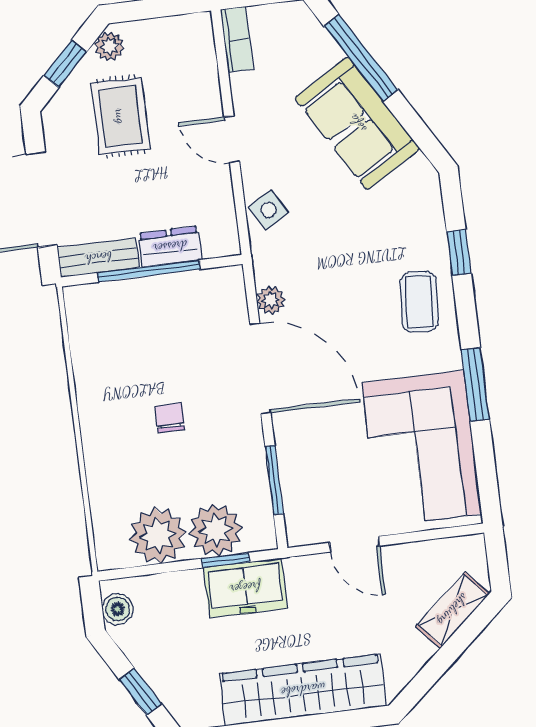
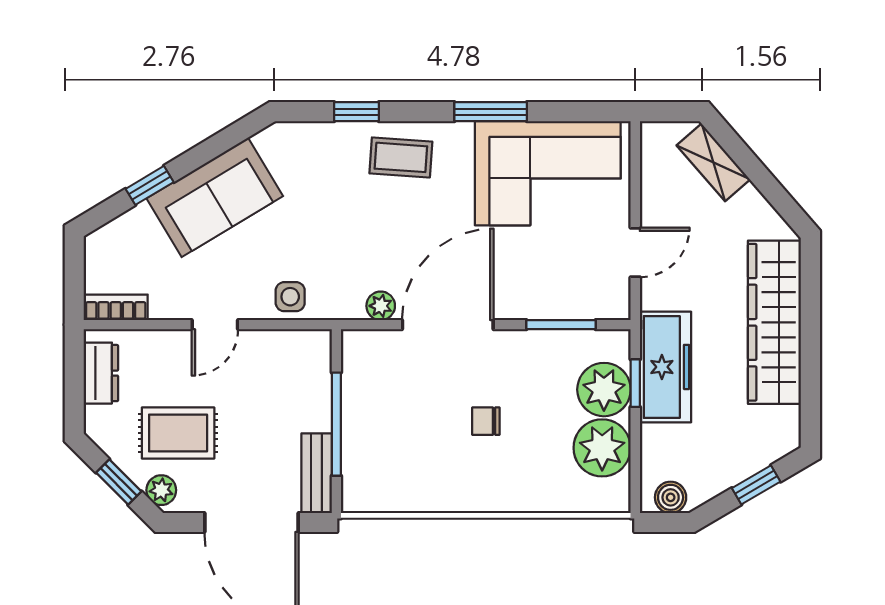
plant: (109, 46) -> (161, 490), moved
window: (361, 58) -> (150, 185), width x0.46
side table: (269, 210) -> (290, 297), turned 31
dresser: (170, 247) -> (101, 373), moved, turned 180
freezer: (245, 588) -> (665, 367), width x1.40

